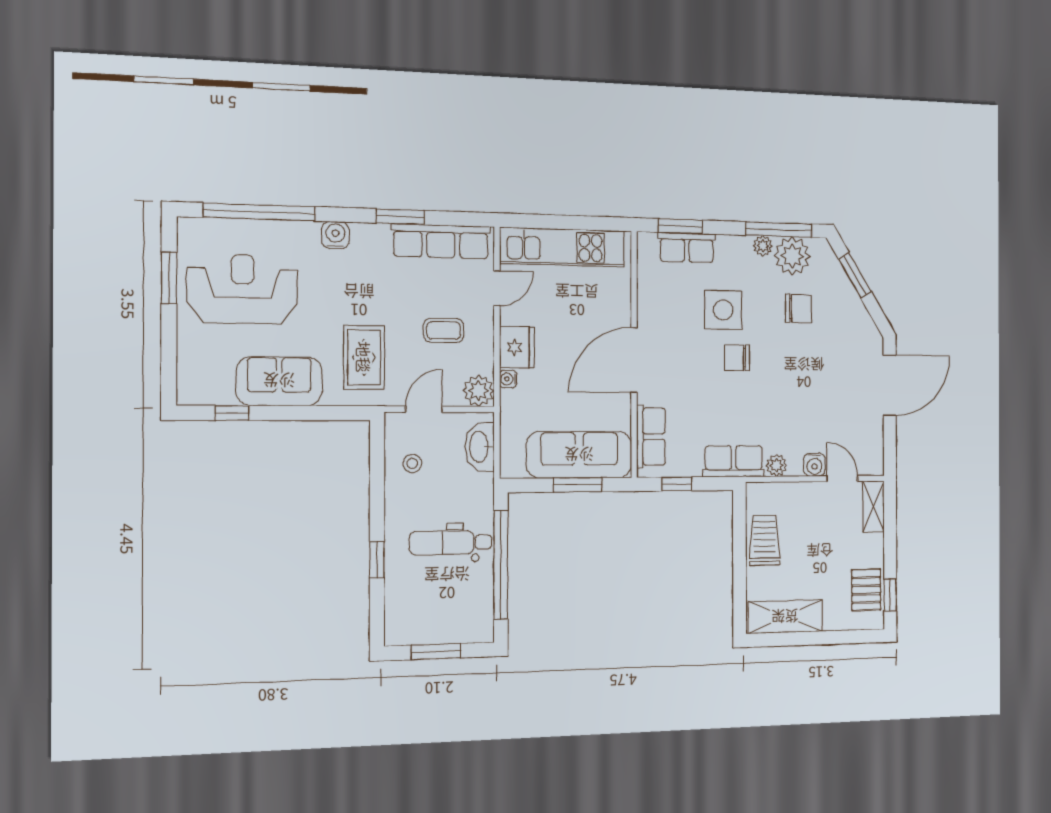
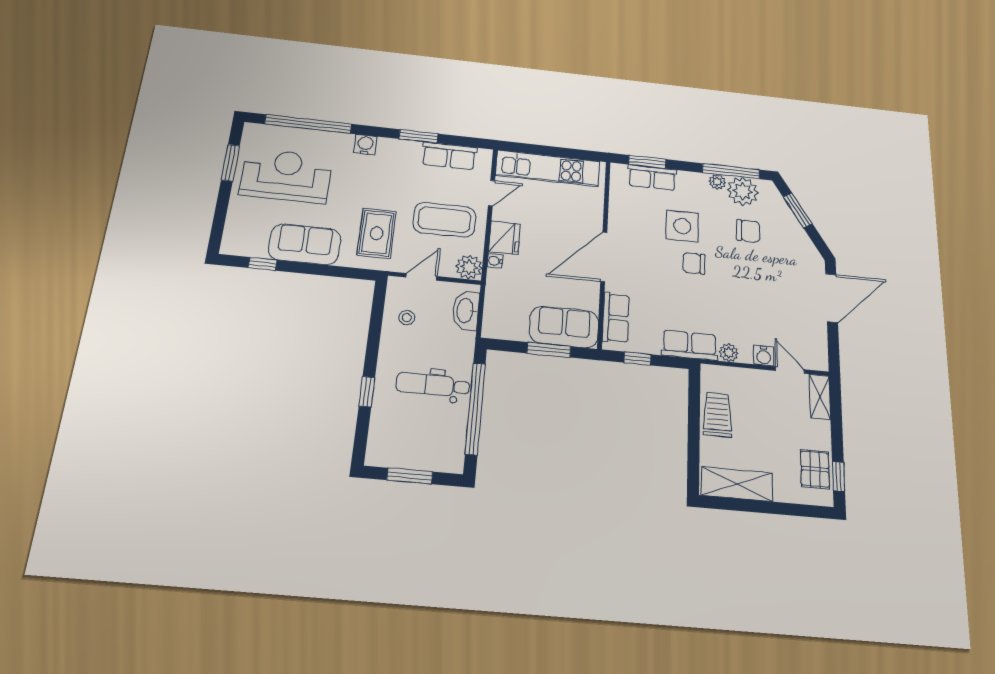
row of seats: (441, 241) -> (449, 156), width x0.68
coffee table: (444, 330) -> (444, 220), width x1.86, depth x1.72
sofa: (579, 455) -> (564, 327), width x0.73

